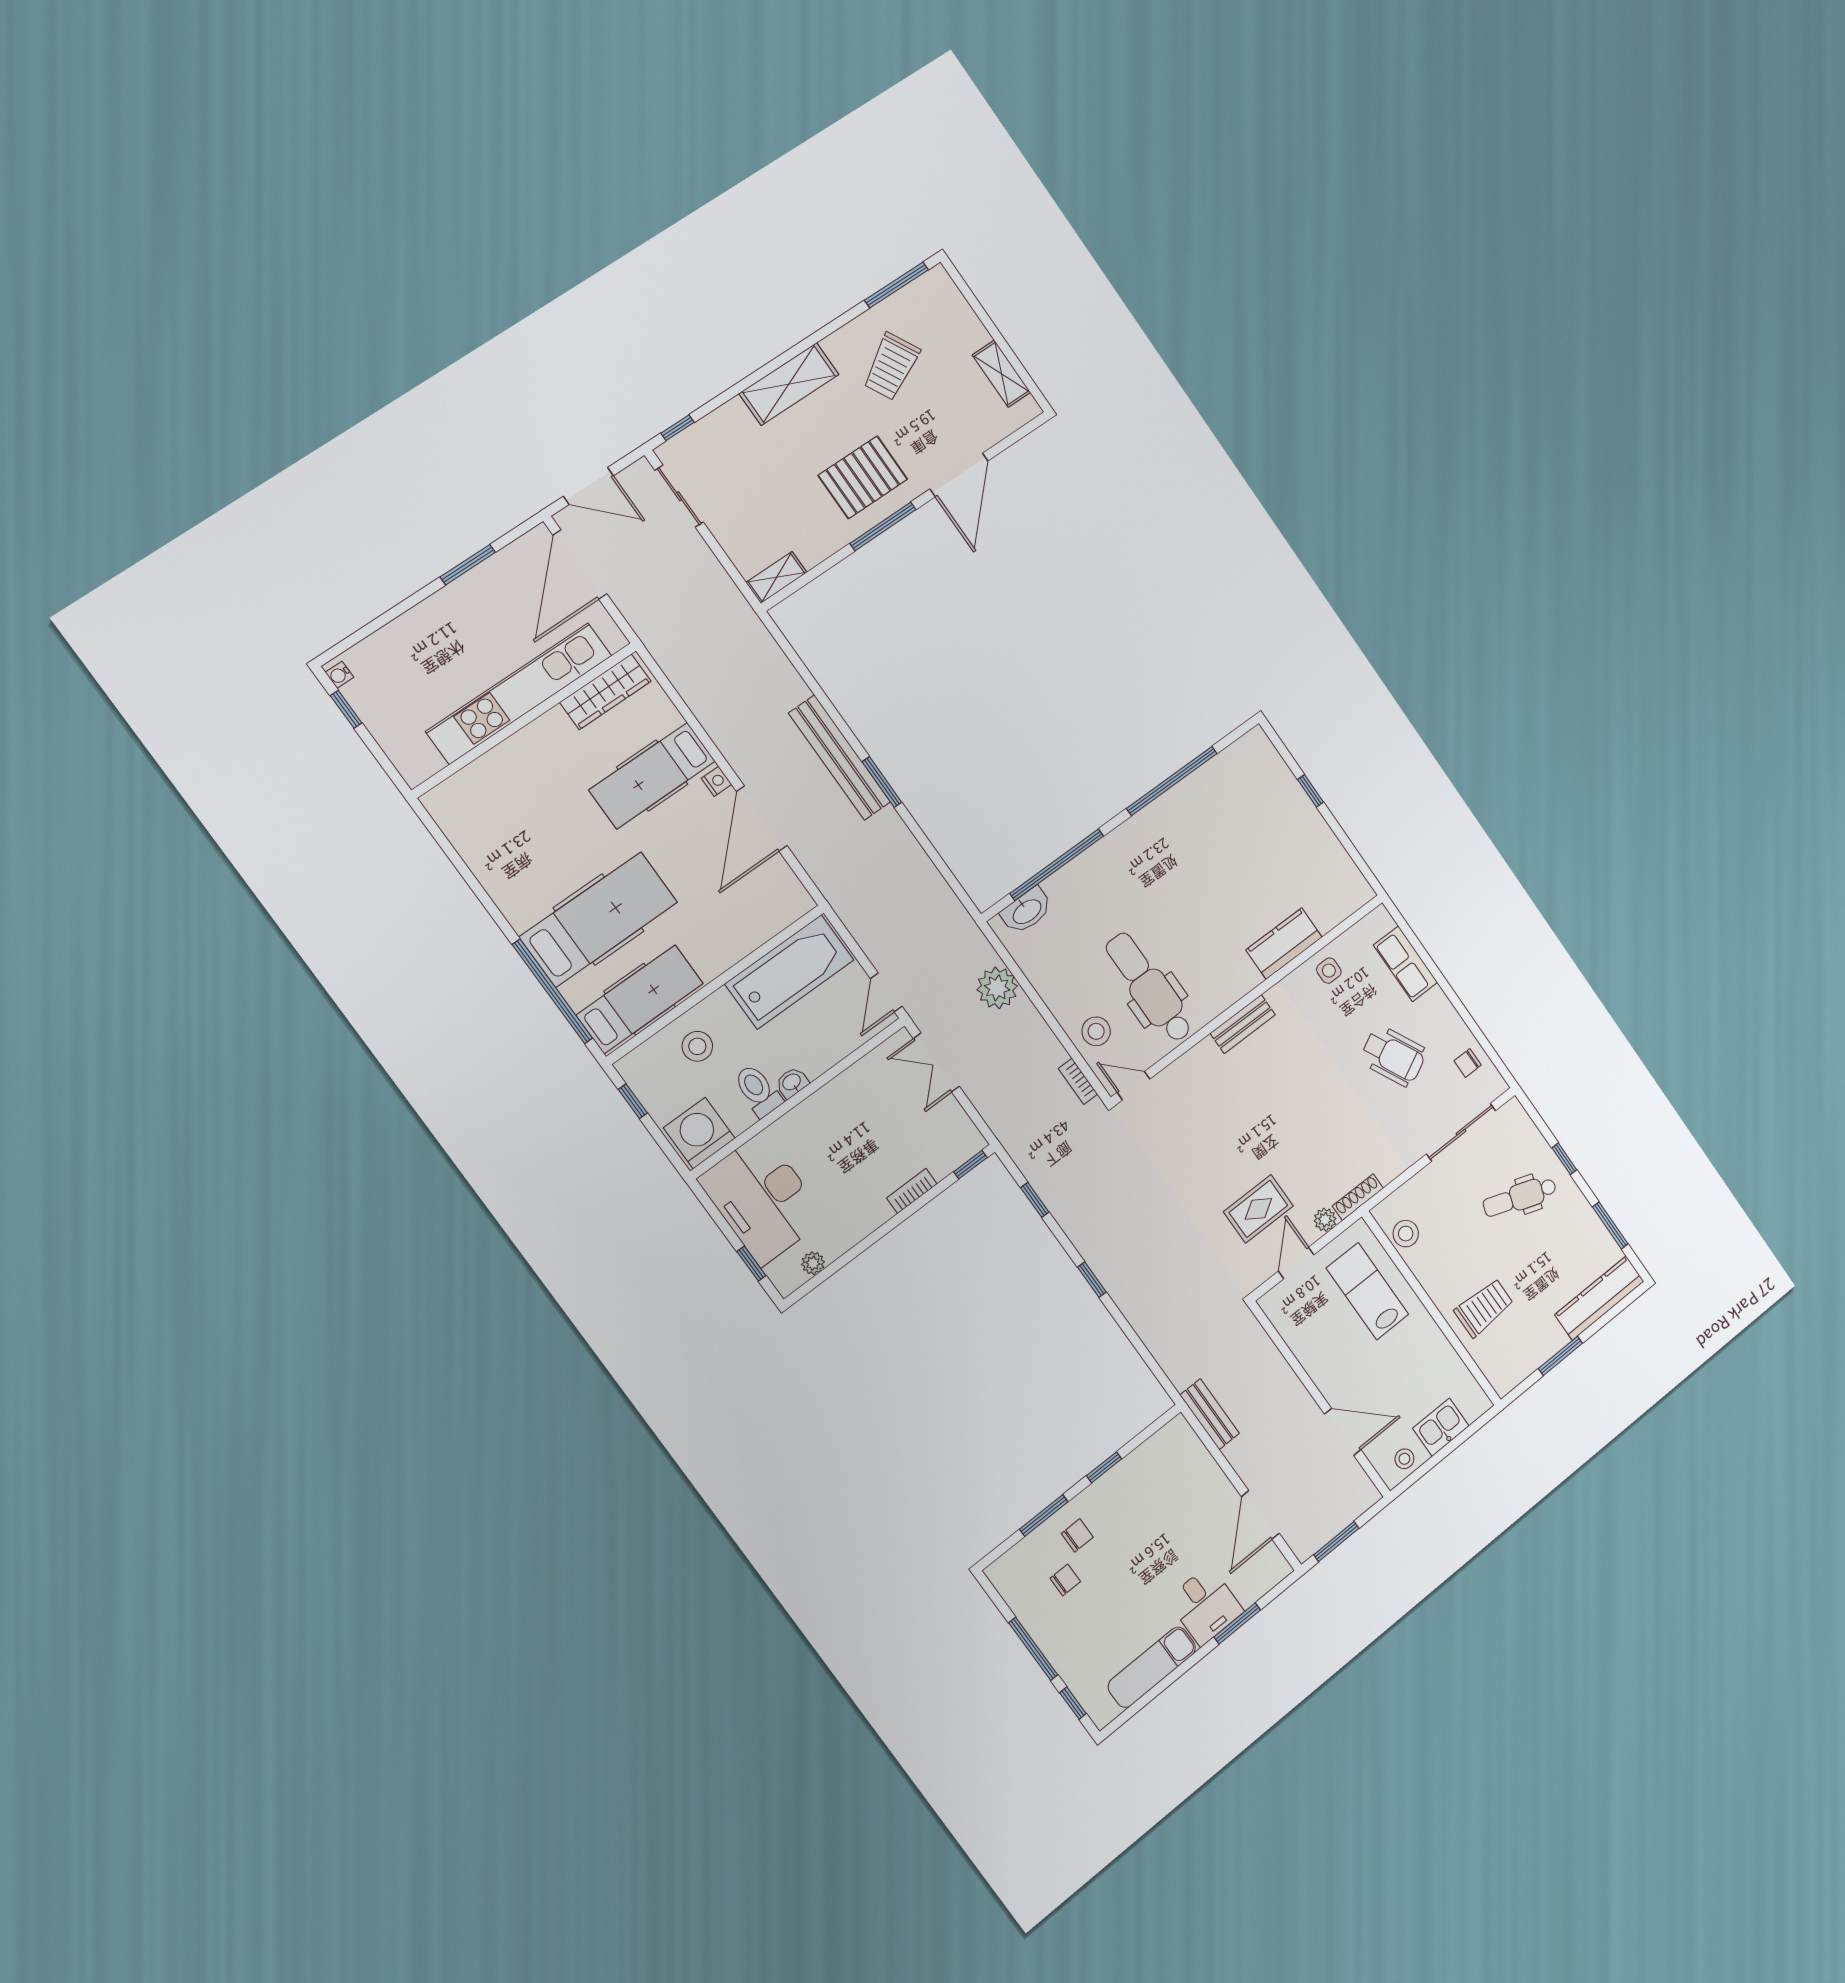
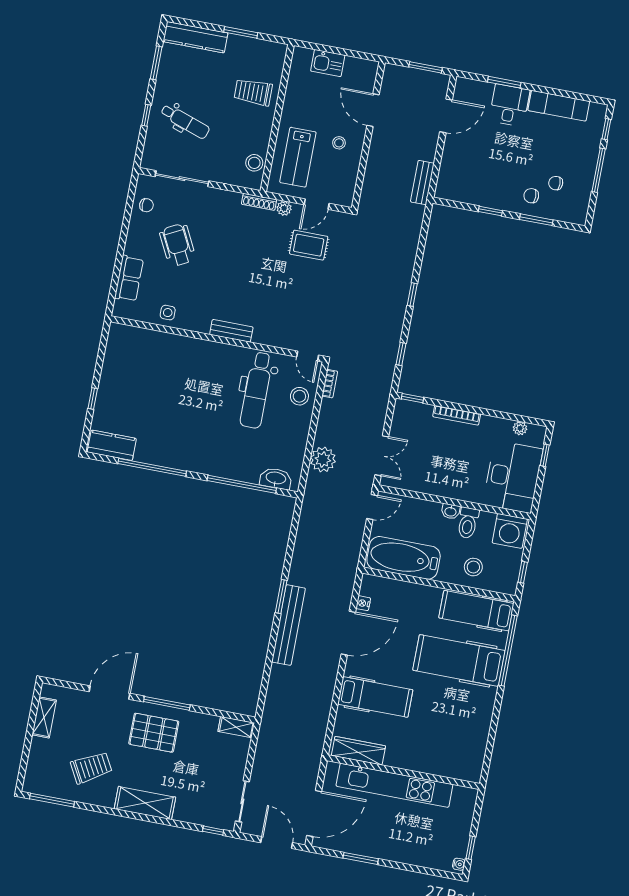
nightstand: (717, 781) -> (363, 603), moved
kitchen counter: (1284, 944) -> (112, 445), moved, turned 180
bookcase: (912, 1191) -> (457, 415), width x1.56
stool: (1404, 1459) -> (339, 143), moved

